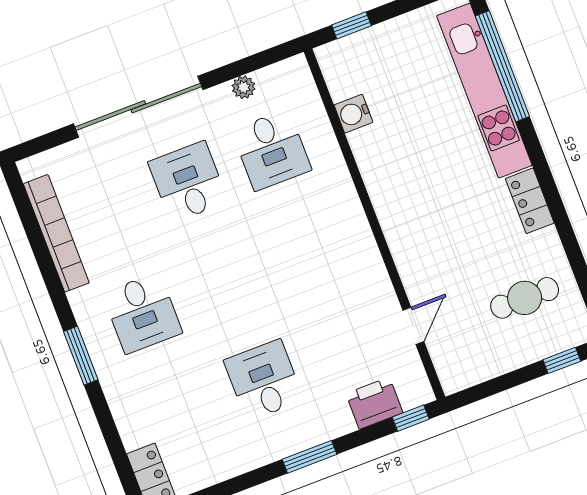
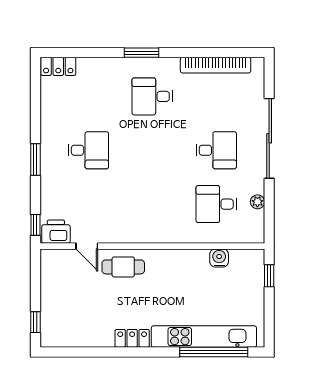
cafe table: (525, 298) -> (123, 267), moved, turned 90
printer: (374, 403) -> (56, 232), moved, turned -90

